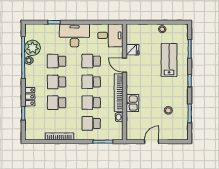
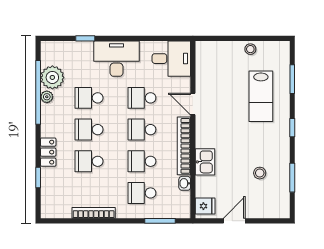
fridge: (133, 50) -> (205, 206), moved
lab bench: (169, 60) -> (261, 96), turned 180

